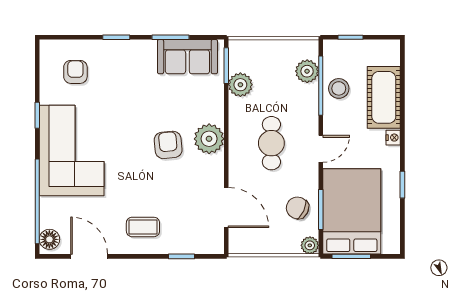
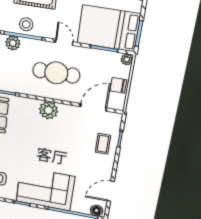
plant: (240, 85) -> (17, 86), removed
cafe table: (271, 143) -> (56, 73), width x1.37, depth x1.35
armchair: (168, 145) -> (49, 135), removed
chair: (297, 208) -> (118, 85), moved, turned 65
coffee table: (143, 227) -> (103, 144), moved

